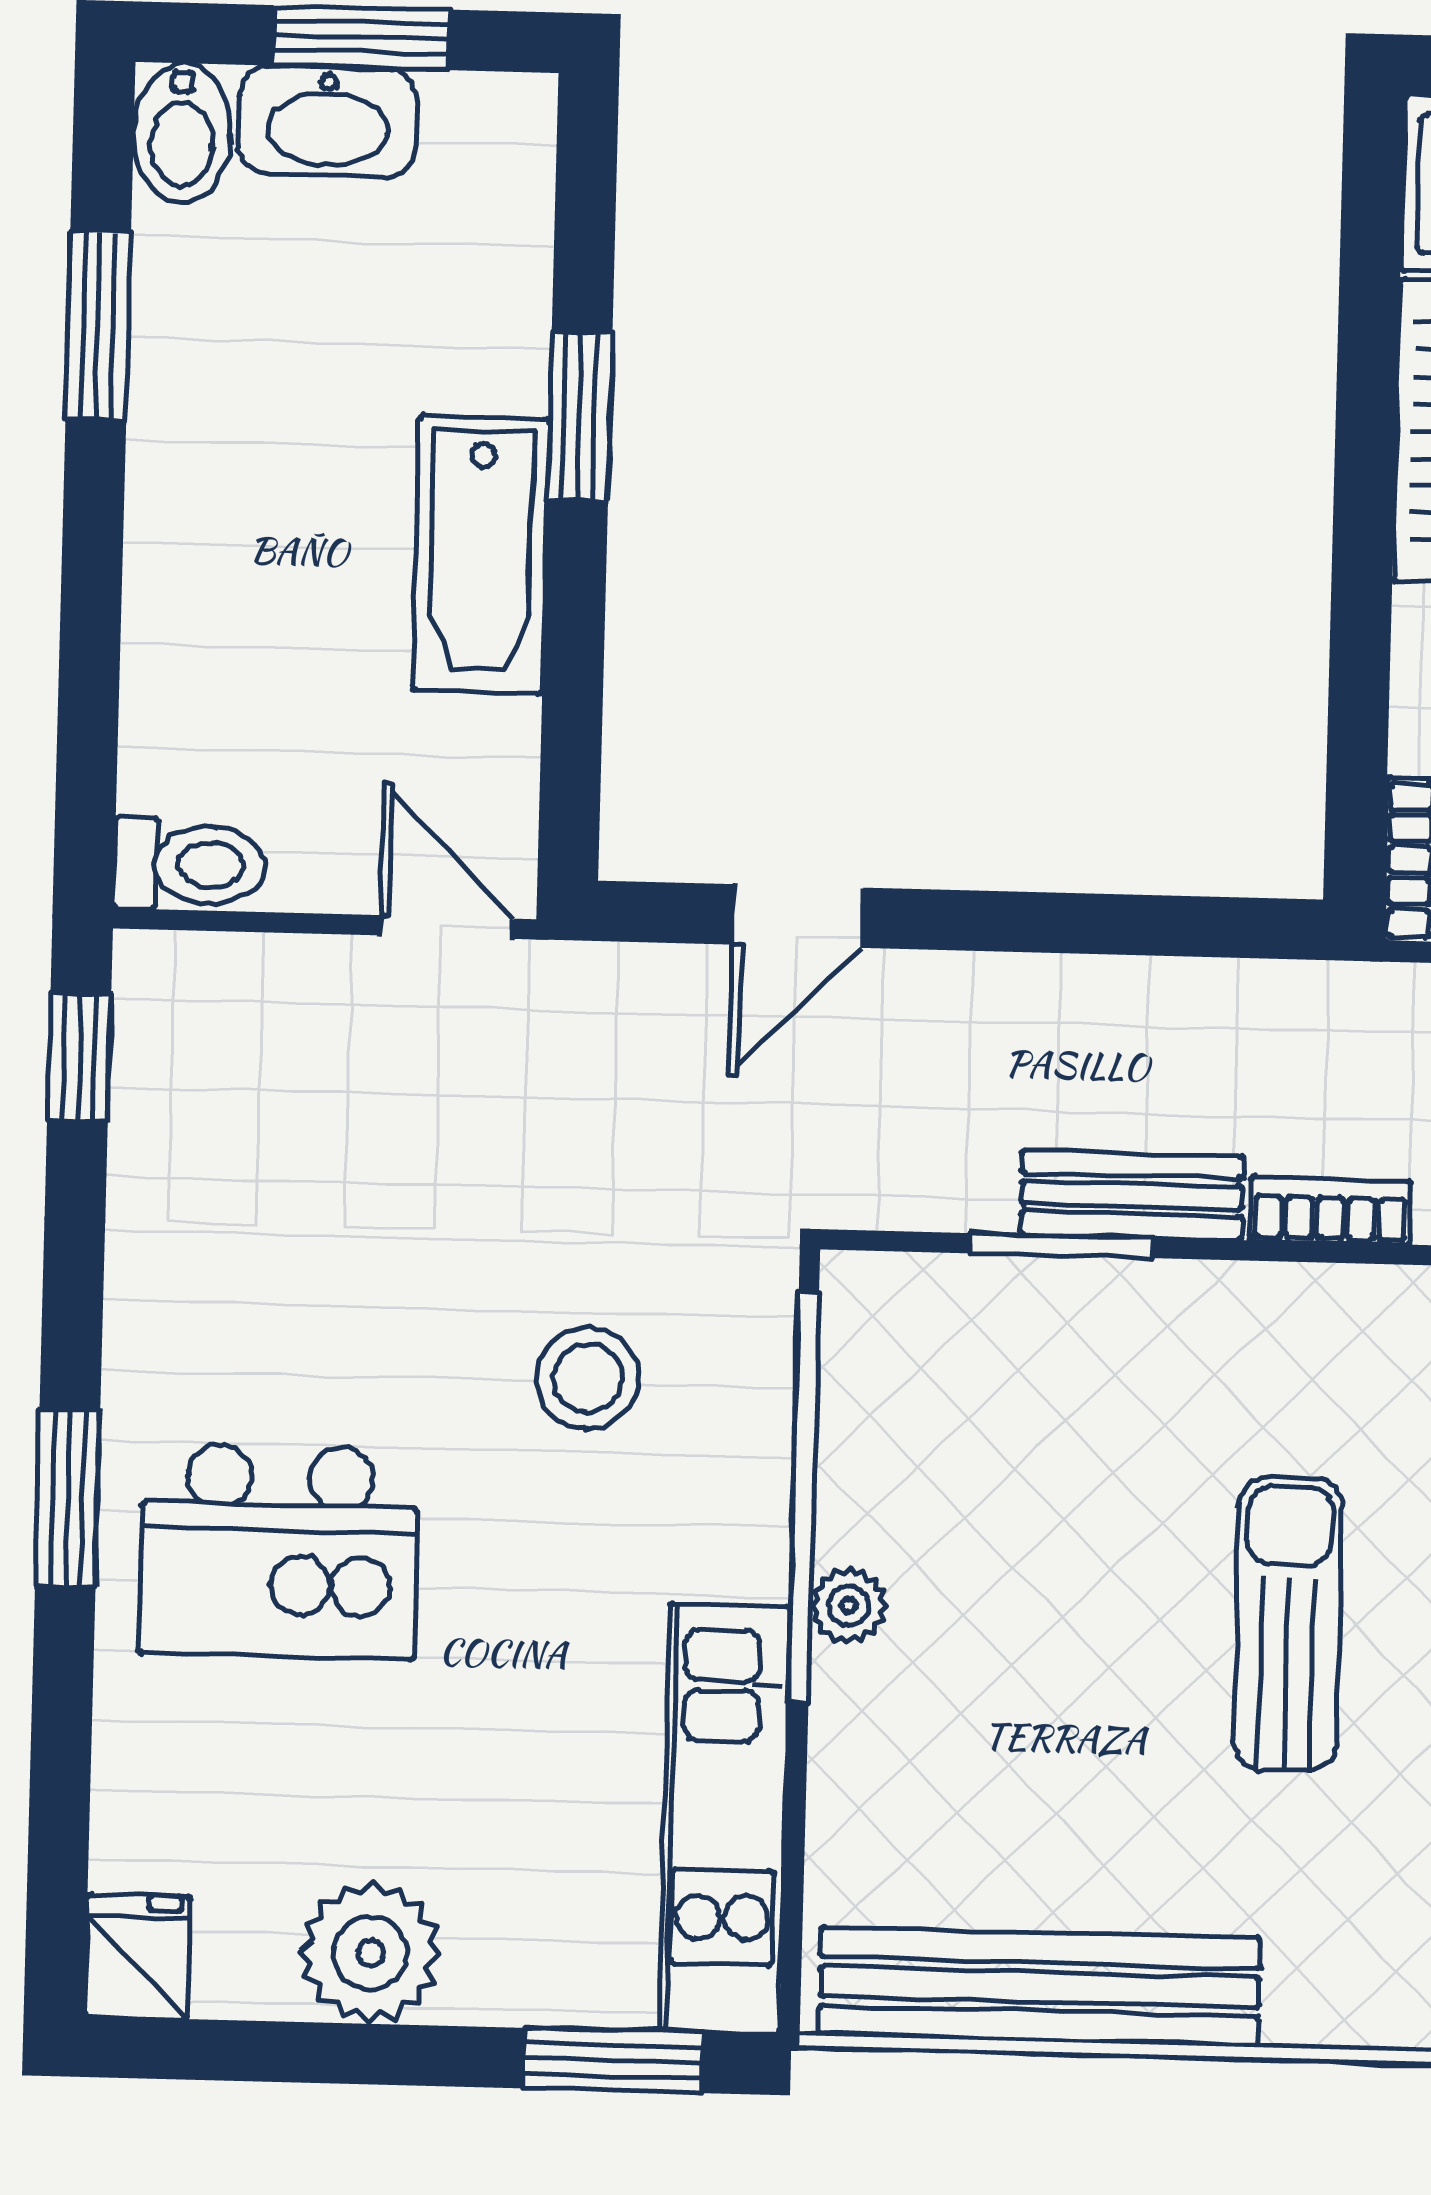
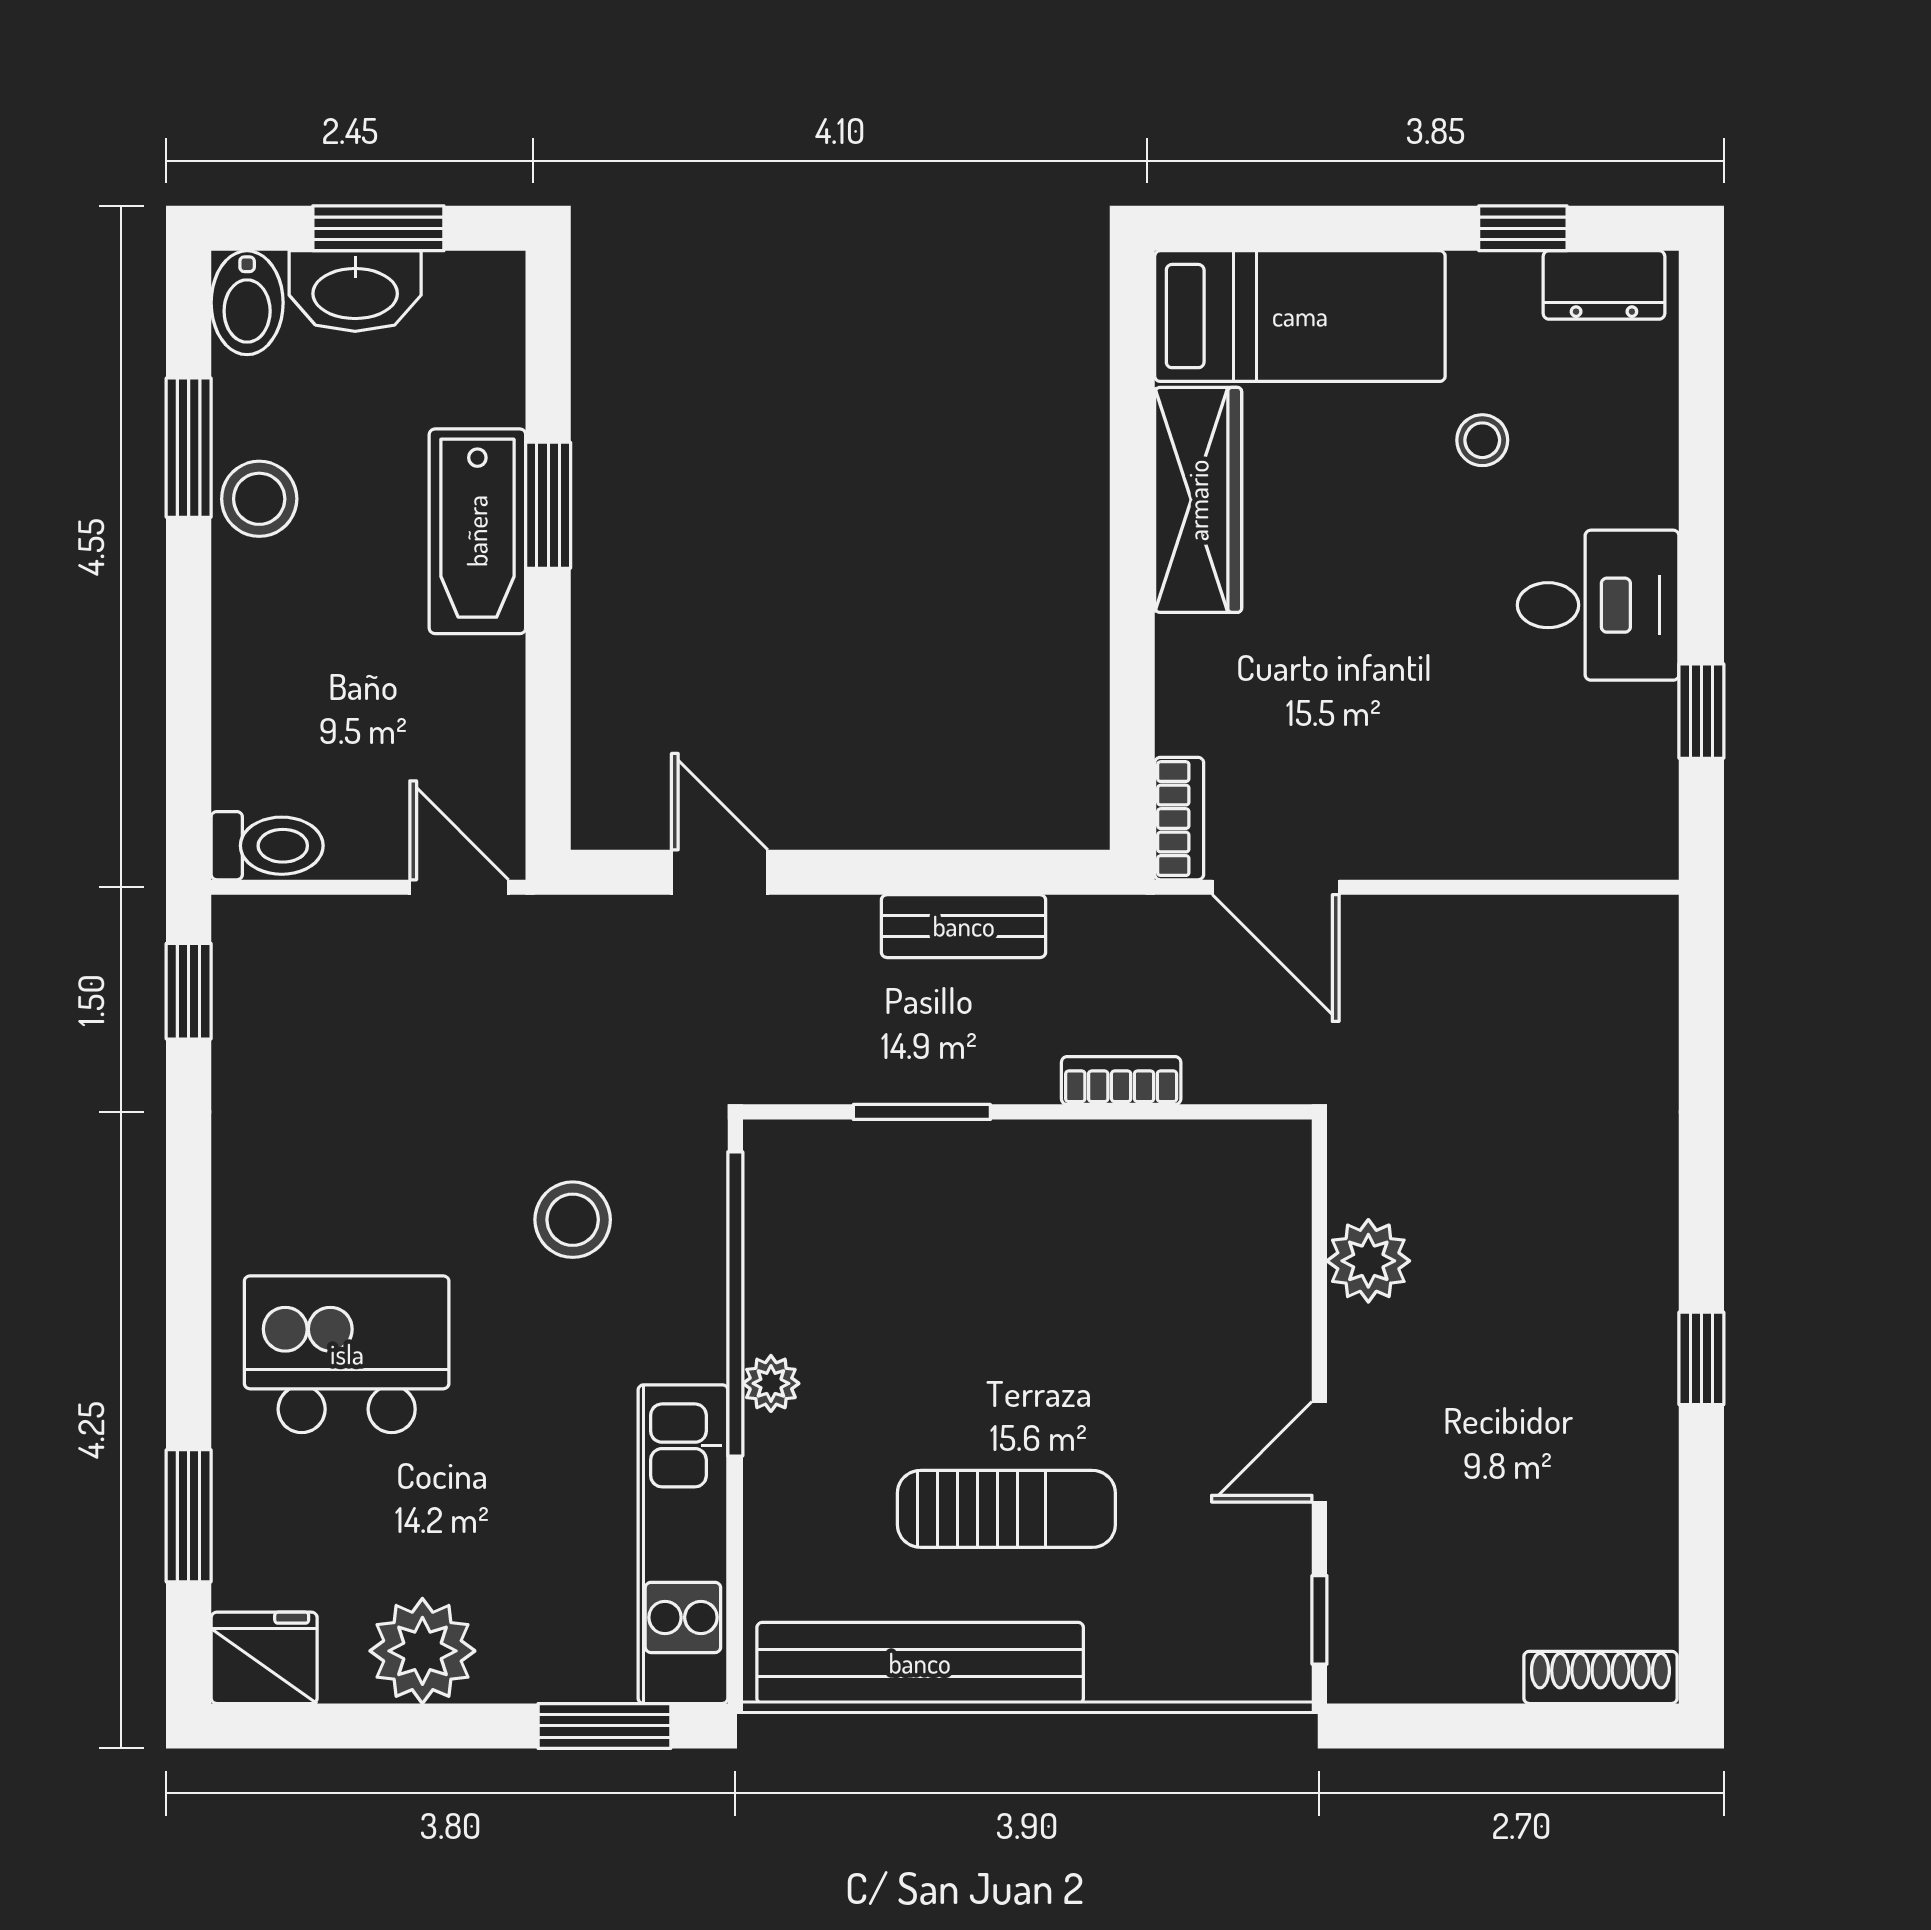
stool: (191, 397) -> (259, 499), added
bathtub: (481, 554) -> (477, 531), moved
door: (798, 916) -> (720, 872), swing flipped
bench: (1132, 1195) -> (964, 926), moved
window: (68, 1498) -> (189, 1516), moved
kitchen island: (279, 1551) -> (347, 1354), turned 180
sun lounger: (1288, 1624) -> (1006, 1509), moved, turned 90
fridge: (137, 1956) -> (264, 1658), width x1.38

